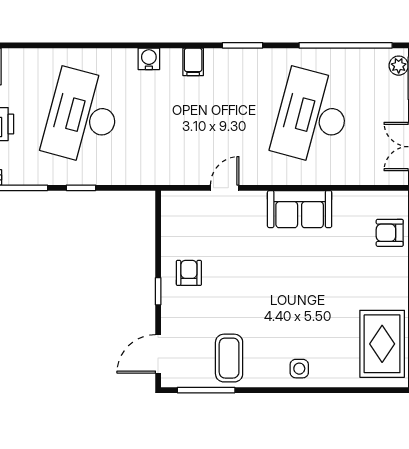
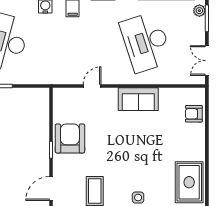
desk: (312, 117) -> (146, 42), turned -33
armchair: (189, 273) -> (70, 138), width x1.88, depth x1.88

